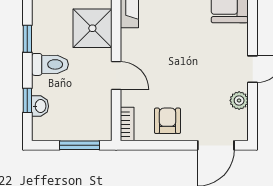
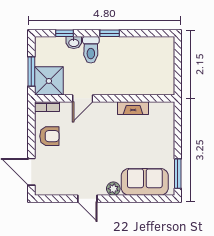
shower: (92, 28) -> (49, 81), moved
plant: (239, 101) -> (113, 189), moved
washbasin: (40, 106) -> (74, 43), moved

